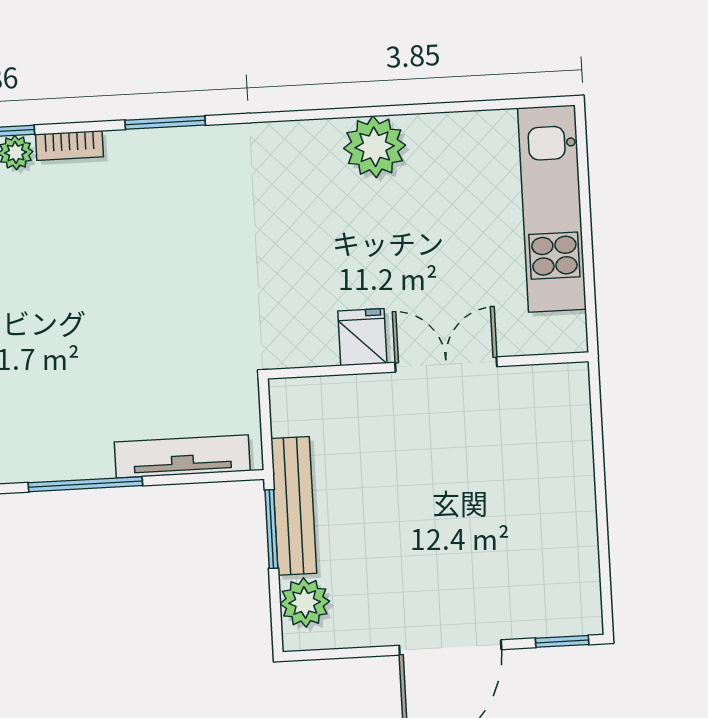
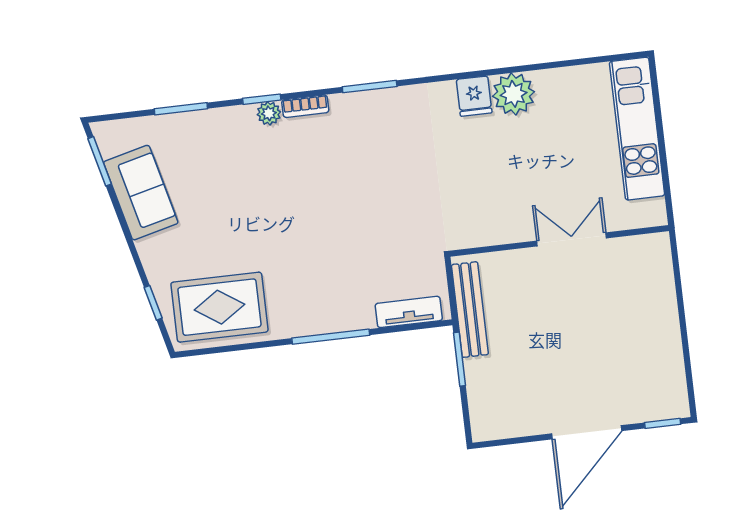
fridge: (362, 337) -> (474, 96), moved, turned 180
tv unit: (182, 456) -> (409, 312), width x0.71
bench: (294, 506) -> (470, 310), moved
plant: (305, 603) -> (485, 408), removed

